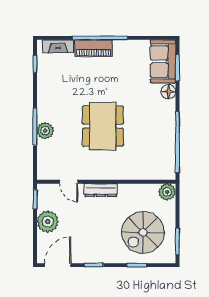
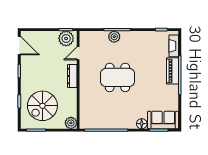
plant: (48, 222) -> (66, 38), moved
spiral stairs: (143, 232) -> (42, 106), turned -90

